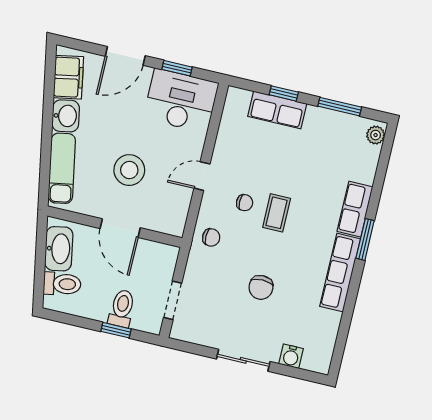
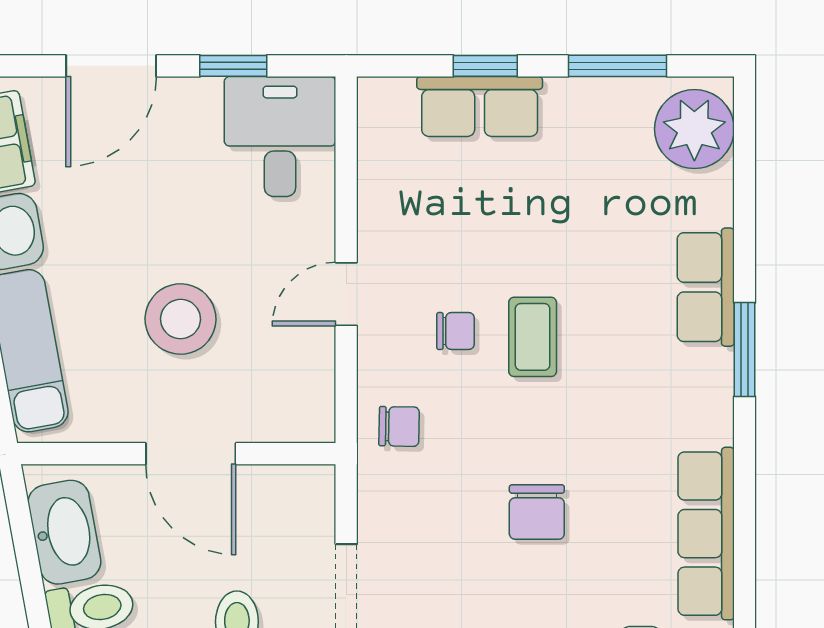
desk: (181, 101) -> (280, 137), width x0.73
plant: (376, 135) -> (694, 129), width x1.87, depth x1.87
row of seats: (340, 273) -> (706, 534), moved

